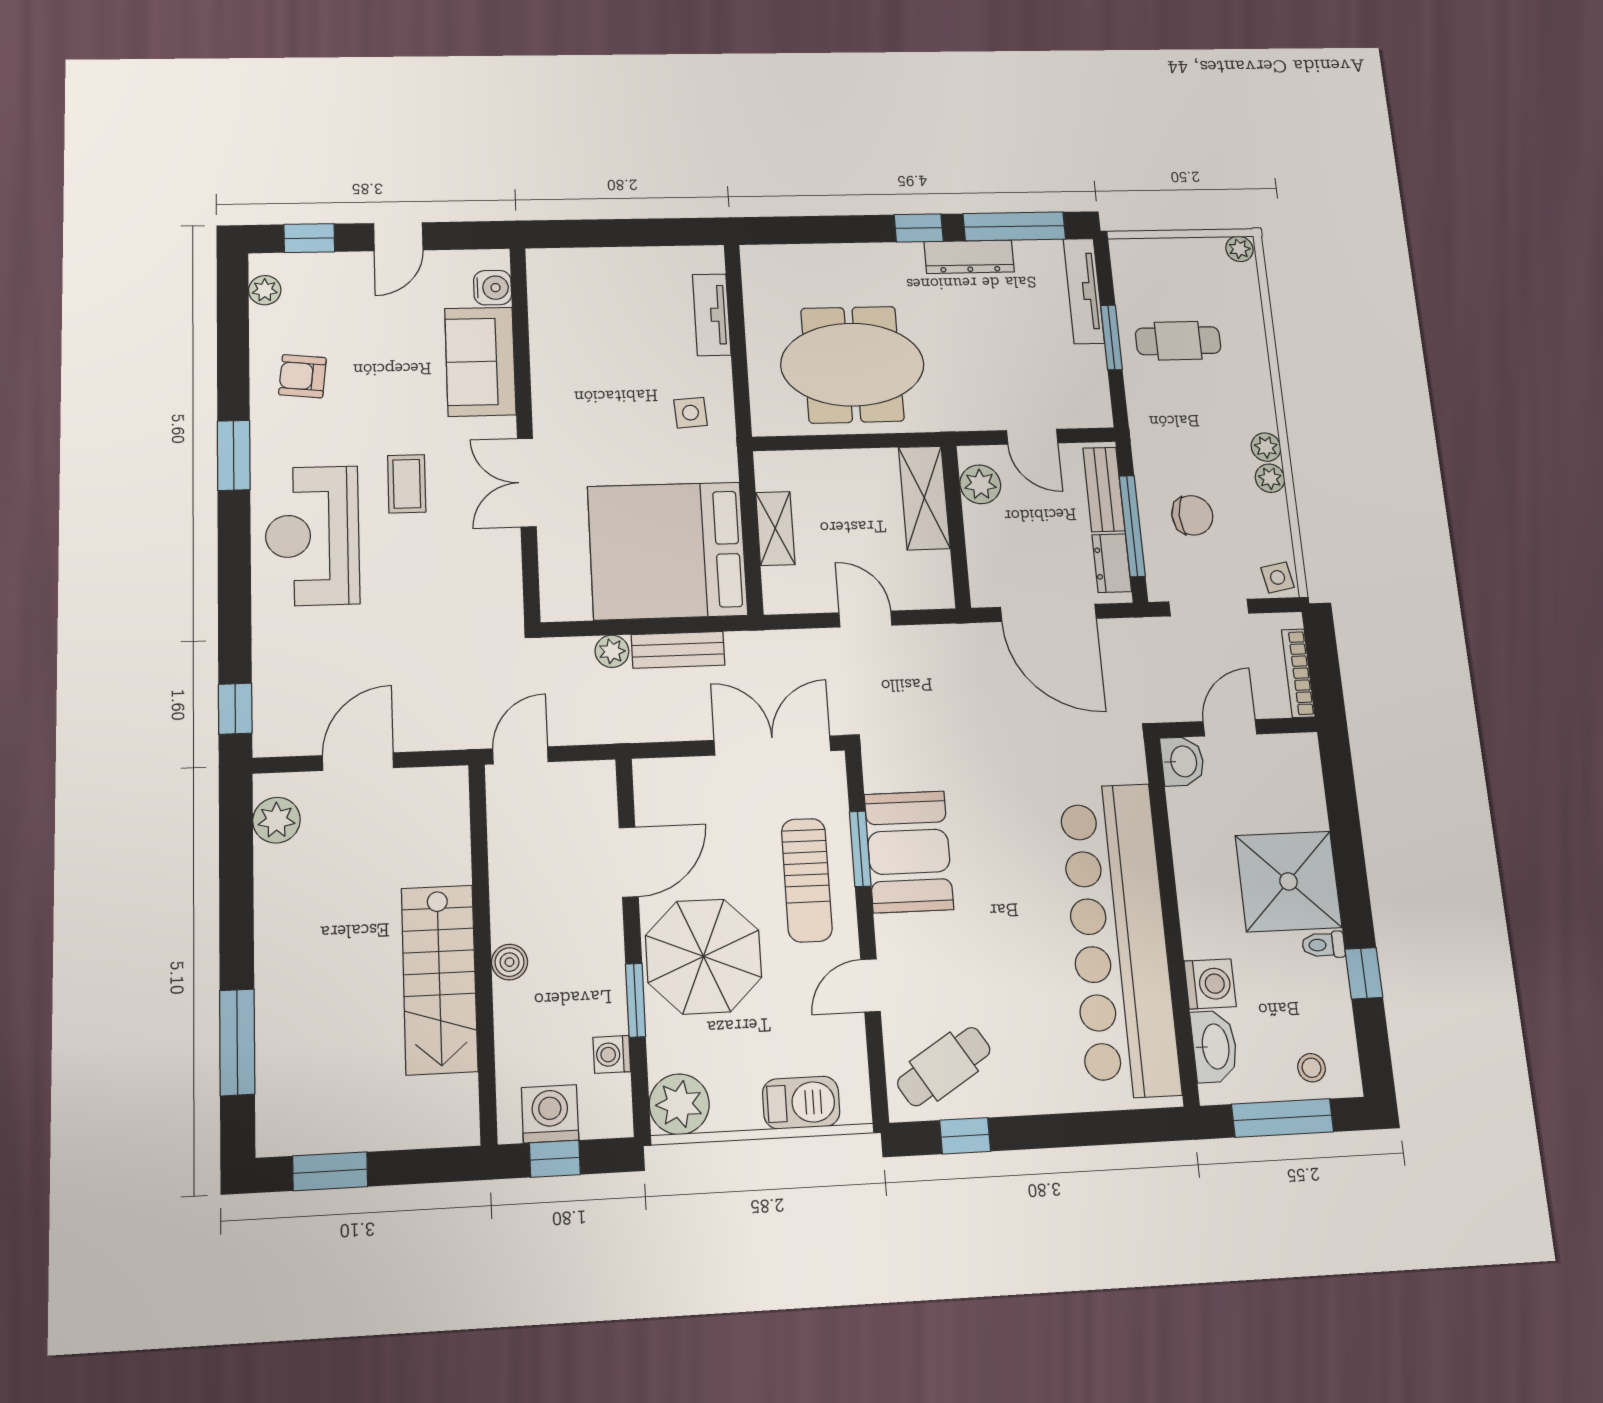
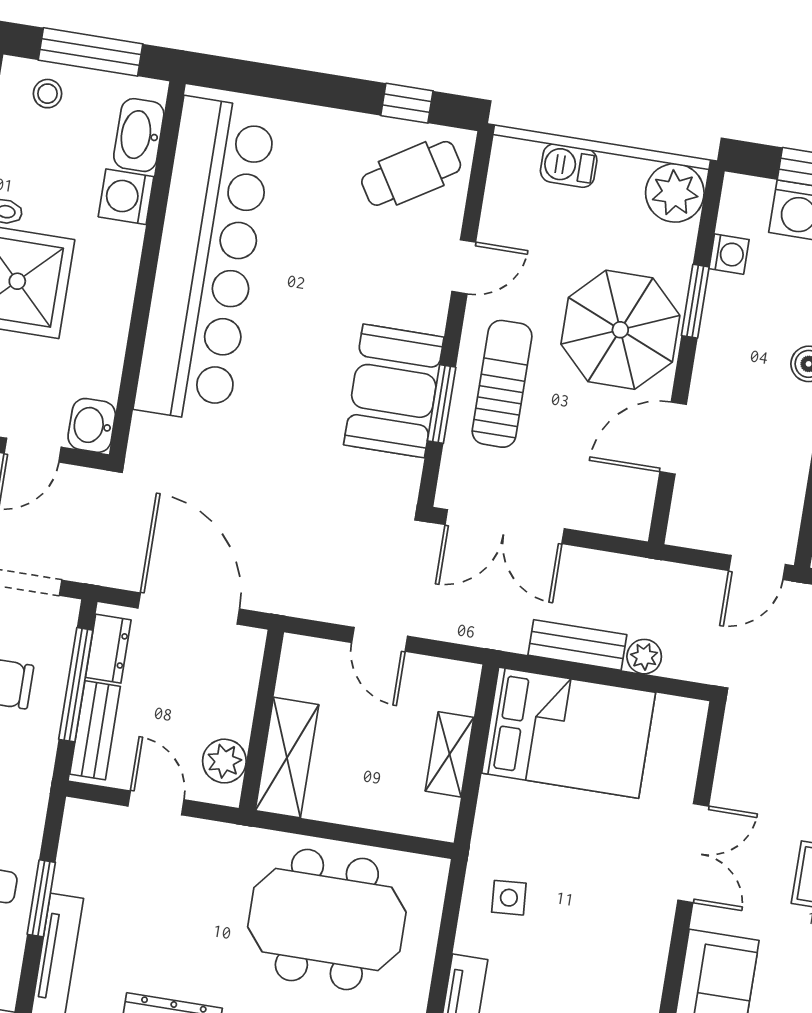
bed: (667, 551) -> (569, 733), width x0.73
barbecue: (801, 1103) -> (569, 166), width x0.73, depth x0.79

